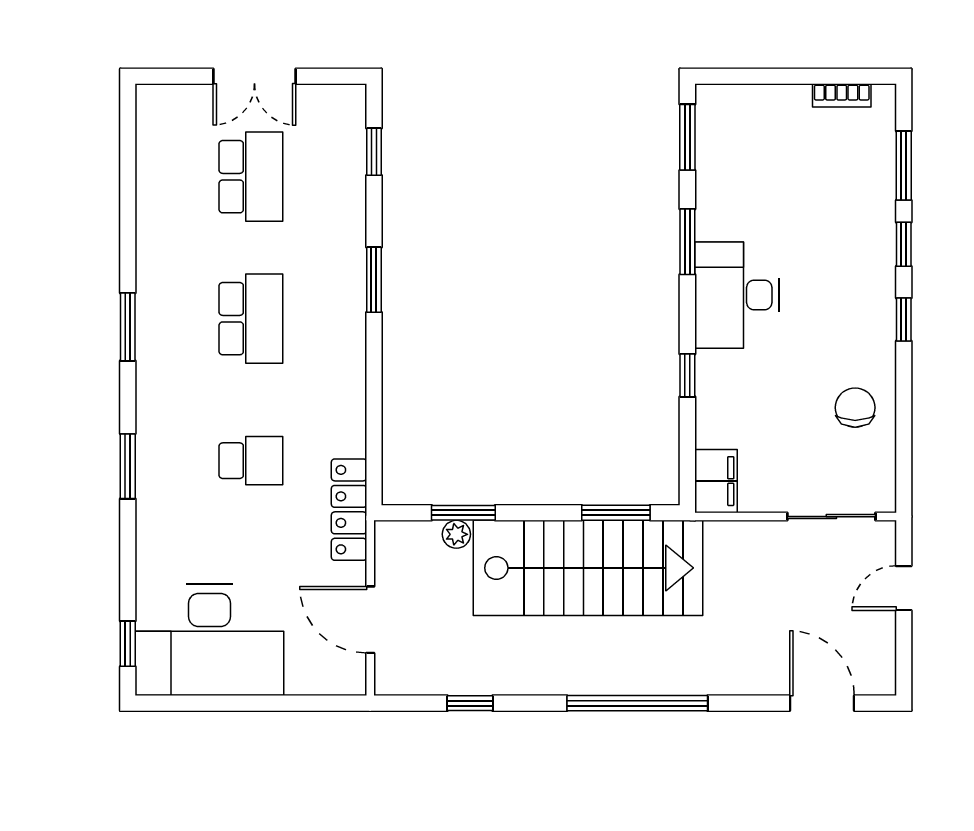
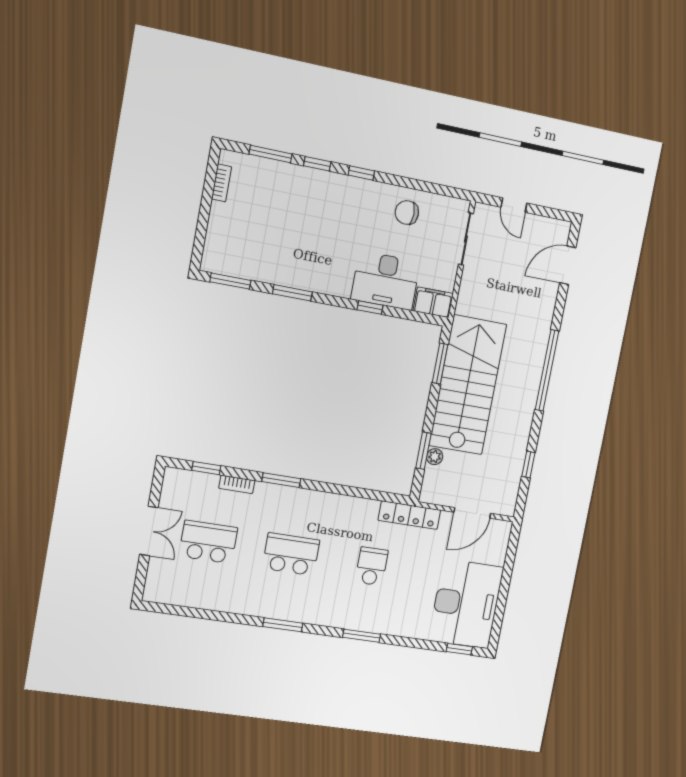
bookcase: (355, 207) -> (237, 484), added
desk: (737, 295) -> (386, 281), moved

